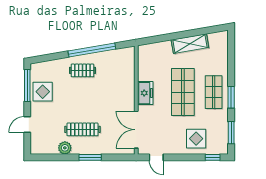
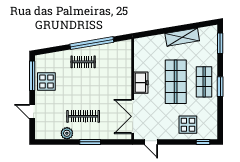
door: (27, 124) -> (32, 112), hinge flipped
window: (231, 133) -> (220, 43), moved

